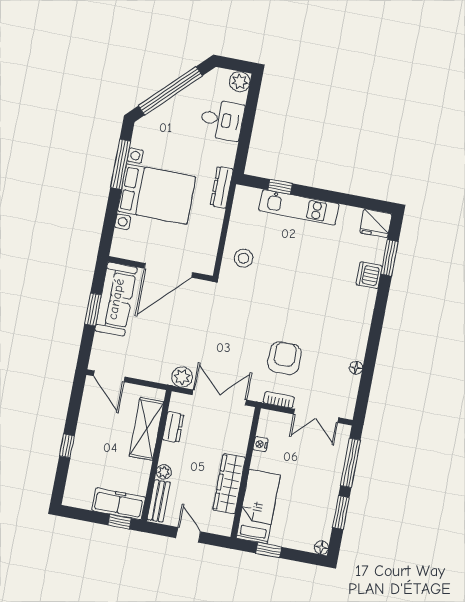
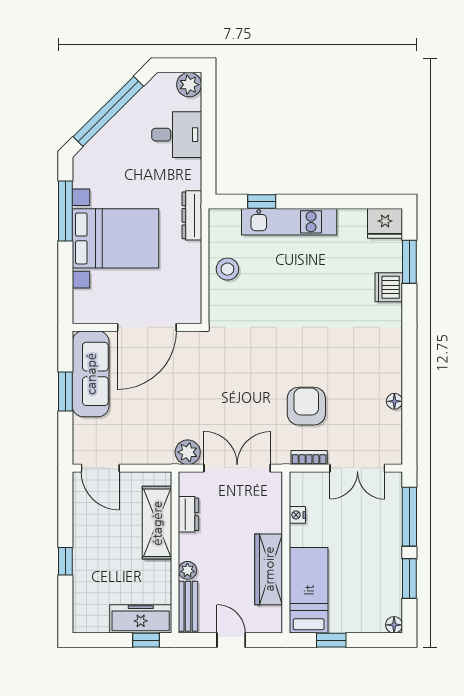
stool: (244, 258) -> (227, 269), moved

